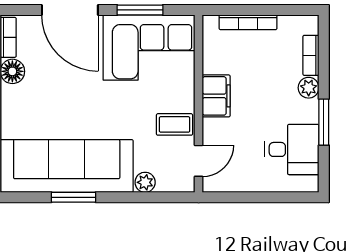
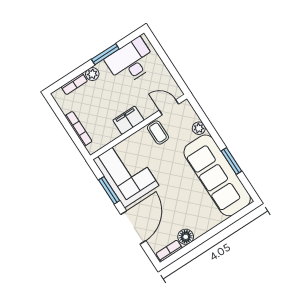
desk: (292, 149) -> (131, 62), width x1.37

